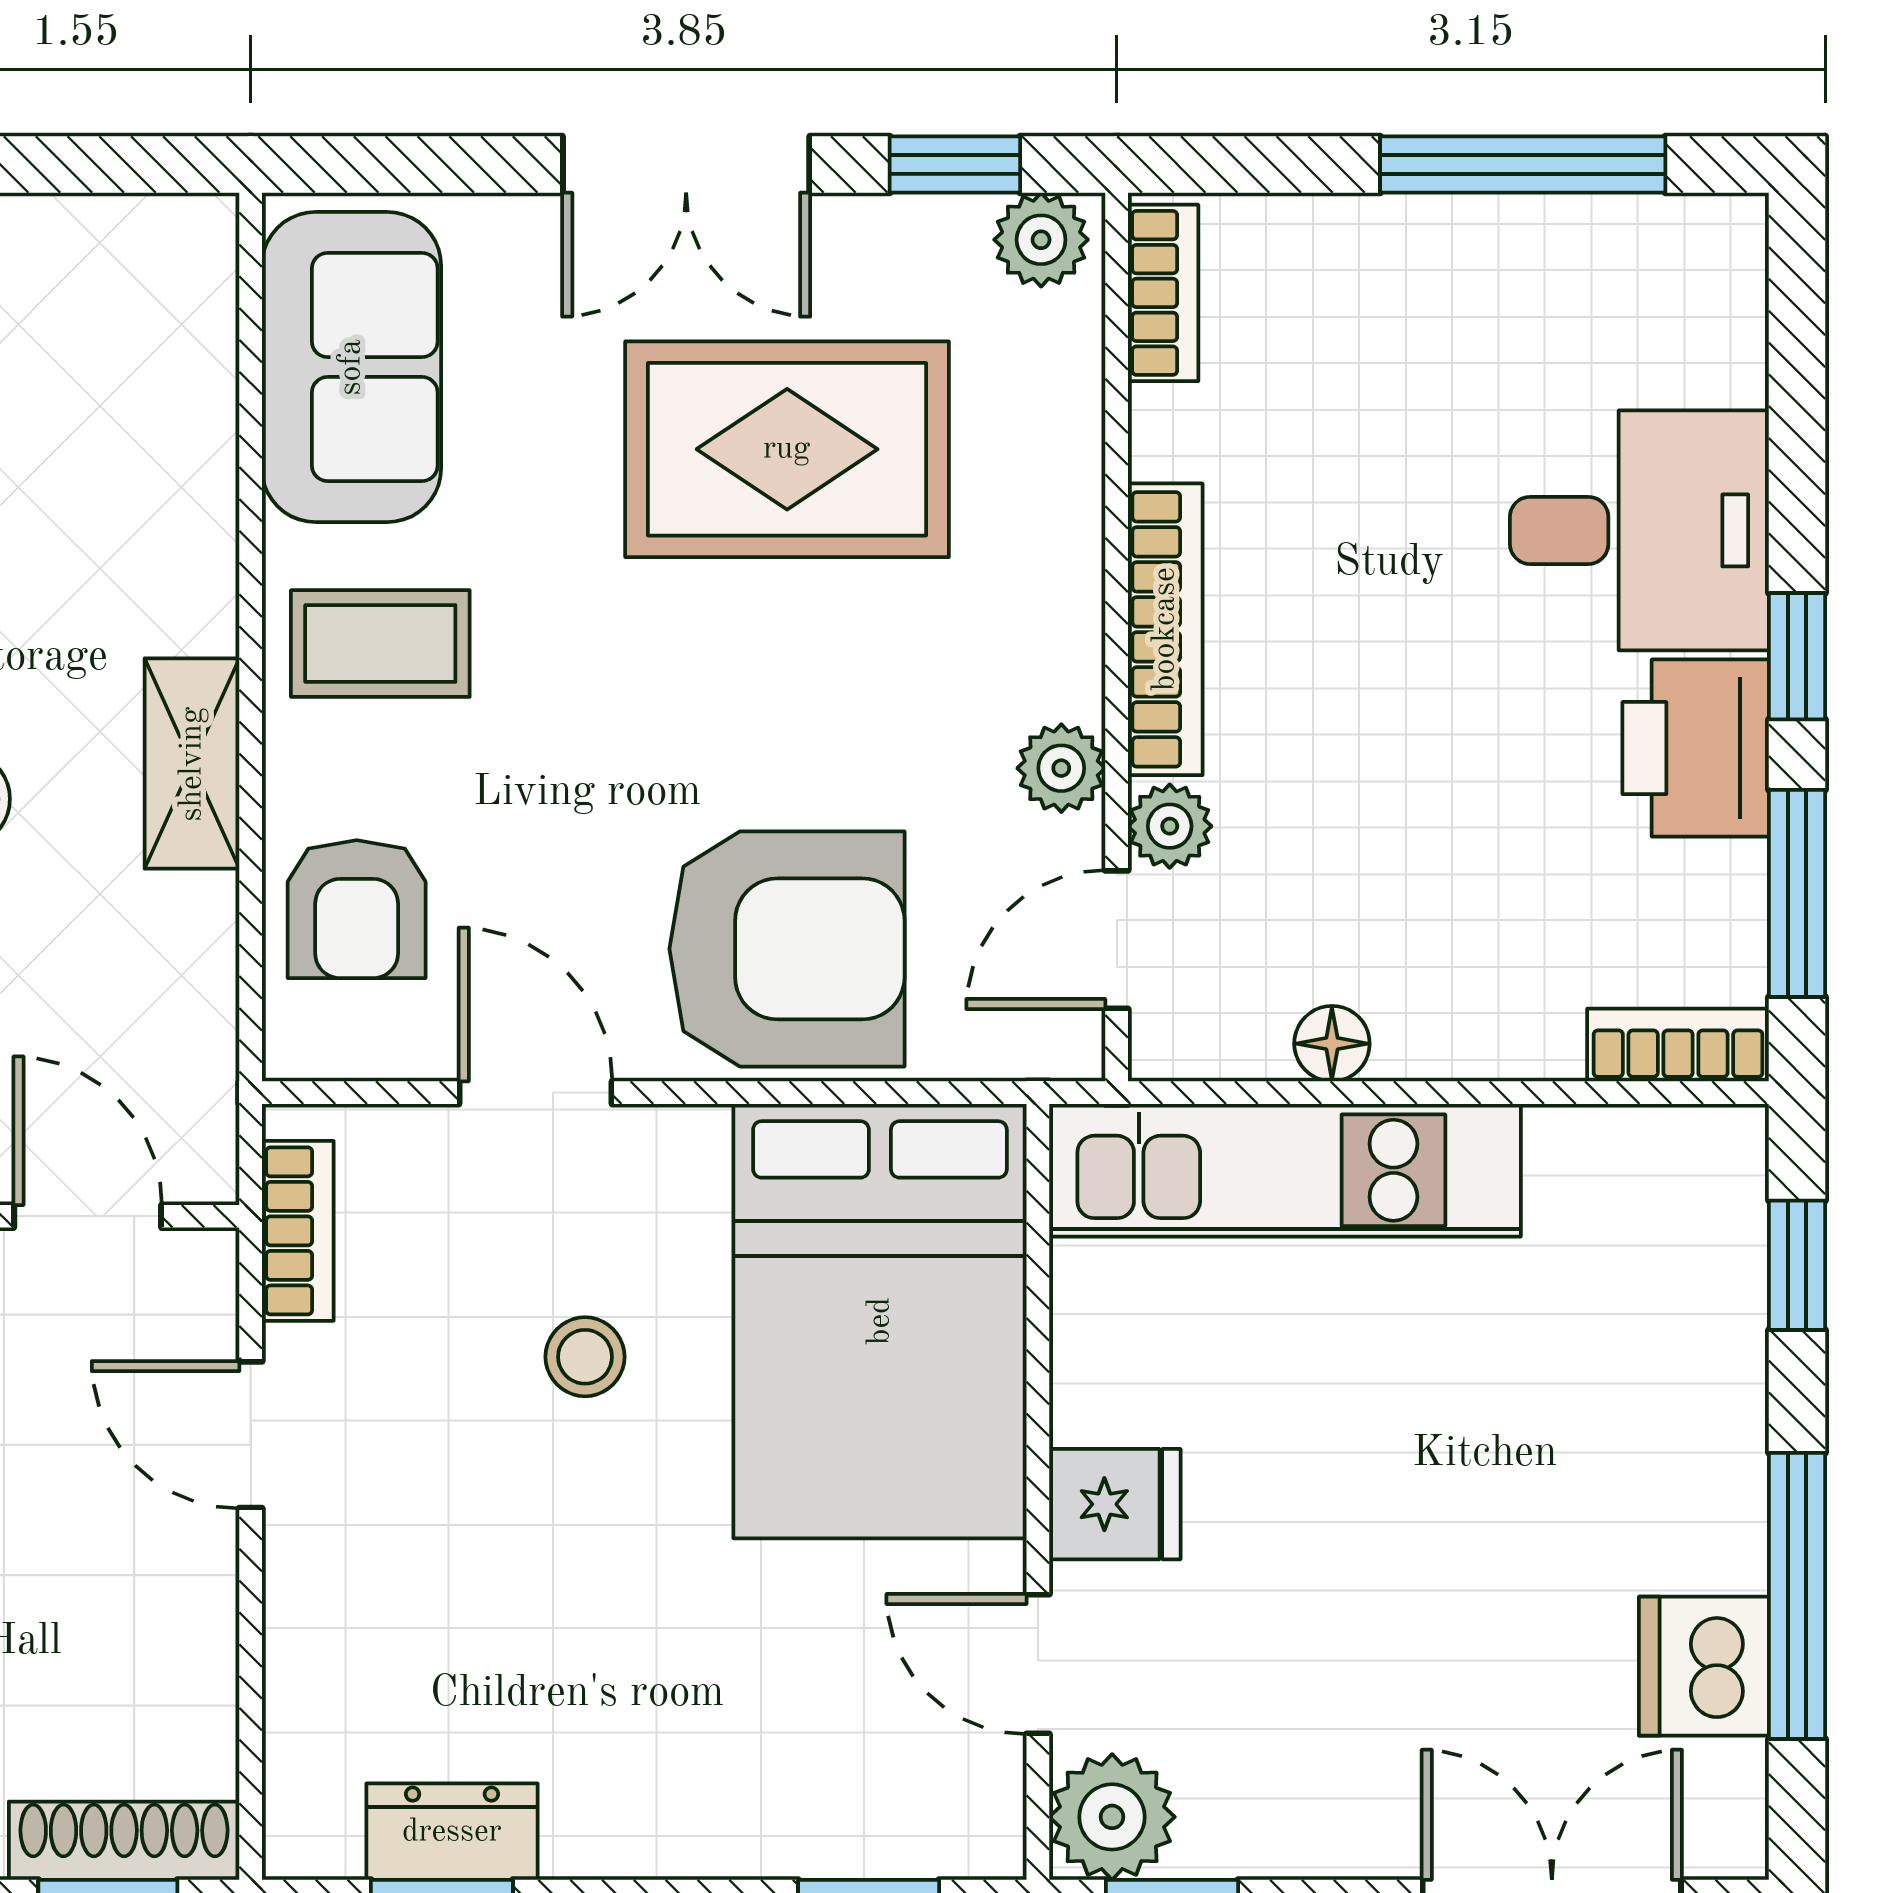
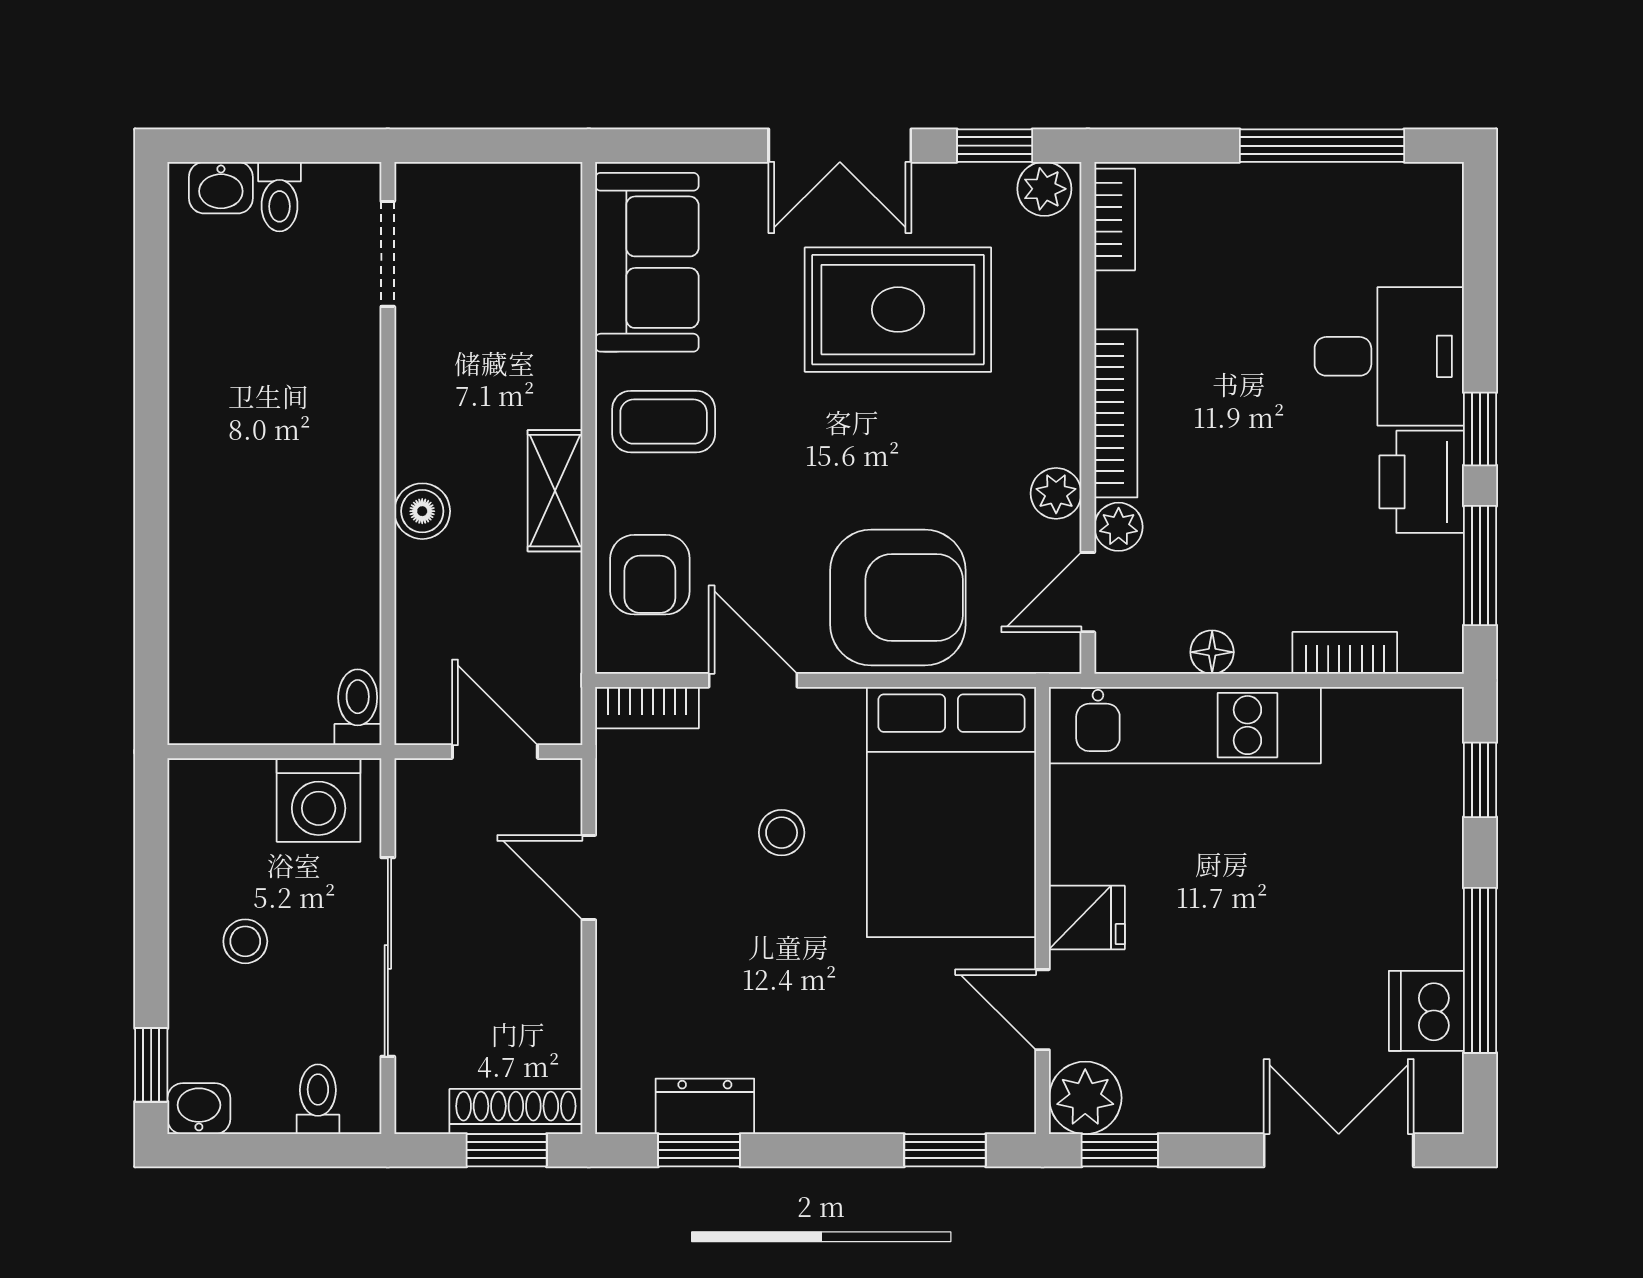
bookcase: (1678, 1045) -> (1345, 653), moved
bookcase: (298, 1231) -> (647, 708), moved, turned 90

